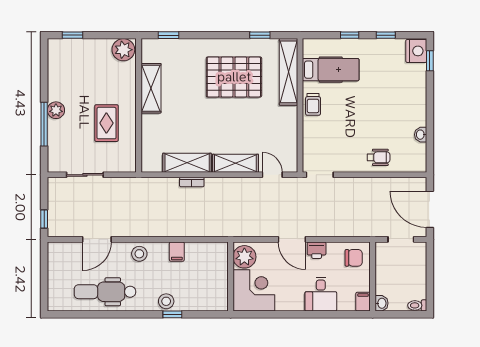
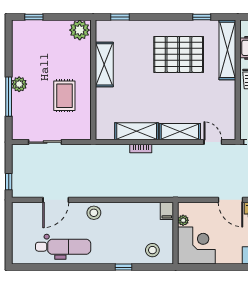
filing cabinet: (177, 252) -> (167, 211), moved
plant: (244, 257) -> (183, 220), width x0.53, depth x0.53
dental chair: (105, 292) -> (63, 247), turned 180
stool: (166, 301) -> (152, 250), moved

